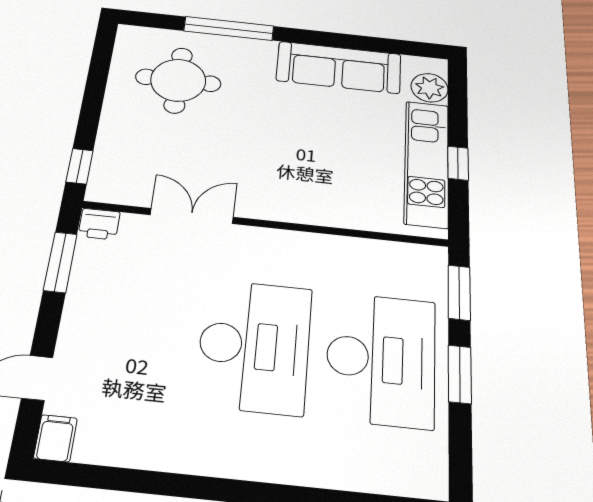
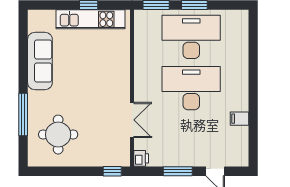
plant: (430, 88) -> (46, 18), removed
double door: (192, 216) -> (132, 120), swing flipped
window: (60, 262) -> (178, 171), moved
filing cabinet: (55, 438) -> (239, 119), moved

